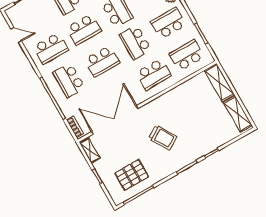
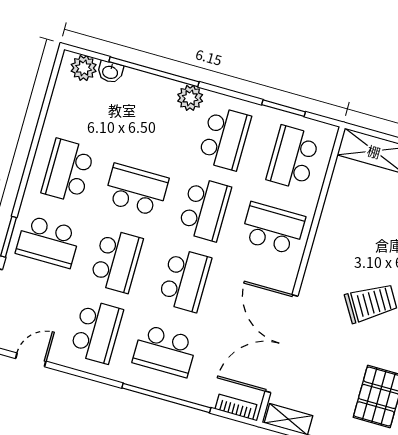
school desk: (168, 23) -> (225, 138), turned 180
school desk: (135, 42) -> (205, 209), turned -90
school desk: (154, 74) -> (273, 228), turned -90

